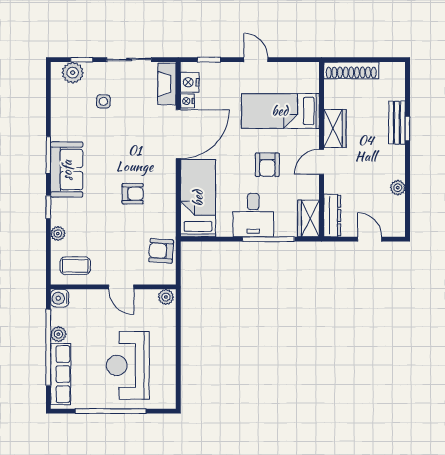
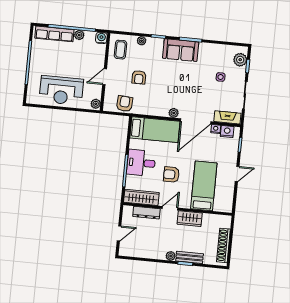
shoe rack: (351, 70) -> (223, 245), moved
door: (178, 134) -> (196, 121), hinge flipped
door: (322, 162) -> (170, 208), hinge flipped
plant: (168, 171) -> (174, 113), added
plant: (398, 188) -> (171, 256), moved
armchair: (133, 194) -> (139, 77), moved
dresser: (332, 216) -> (146, 213), moved
wardrobe: (309, 218) -> (141, 197), width x1.50
reception desk: (128, 365) -> (61, 90), moved, turned 180

